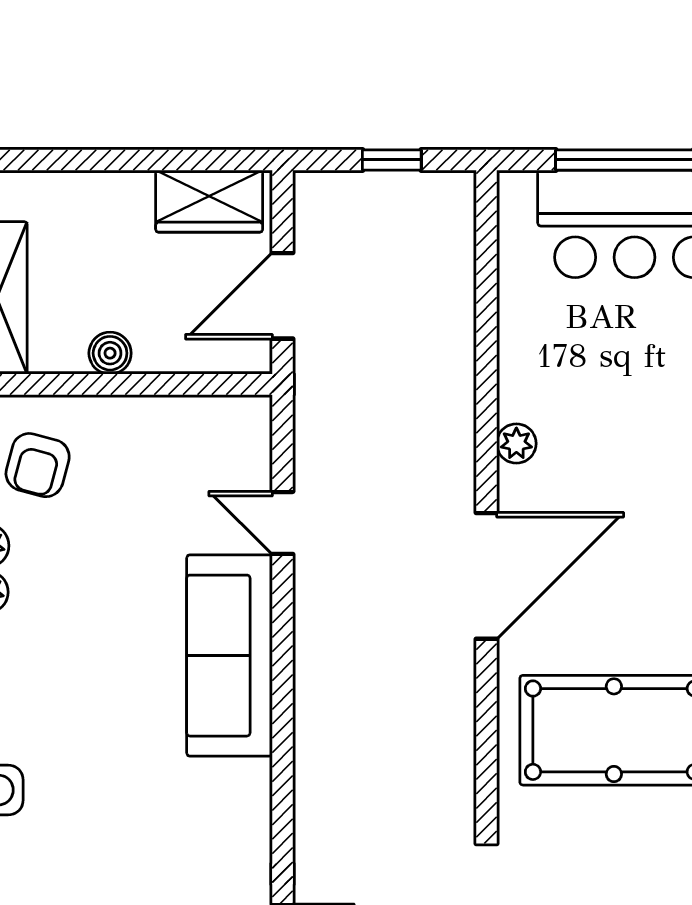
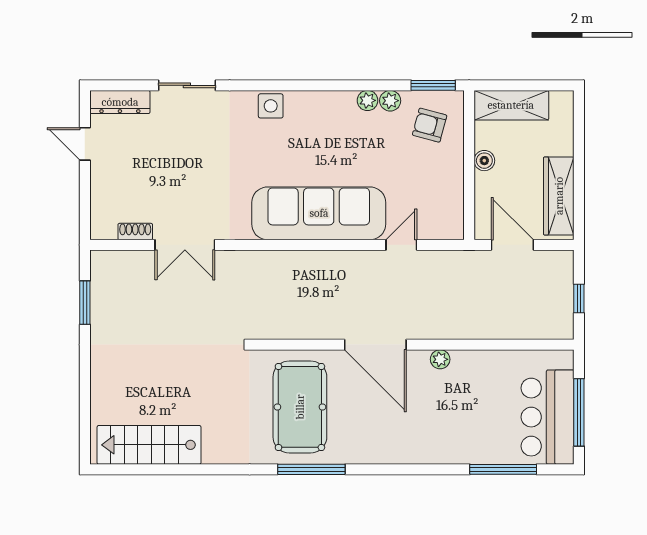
wardrobe: (209, 201) -> (559, 196), width x1.50
sofa: (230, 656) -> (319, 213), width x1.36, depth x1.27

